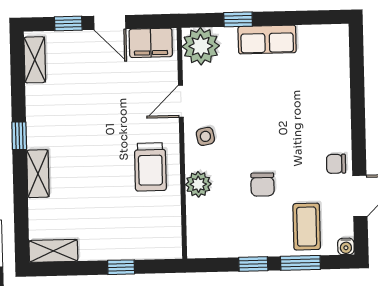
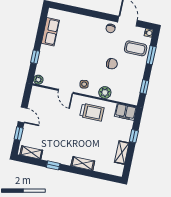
door: (110, 22) -> (23, 115), hinge flipped
row of seats: (267, 40) -> (50, 32), moved
filing cabinet: (151, 43) -> (126, 112), moved, turned 90
plant: (201, 46) -> (38, 80), width x0.53, depth x0.53
window: (19, 136) -> (53, 165), moved
shelving: (53, 251) -> (122, 153), moved
window: (253, 264) -> (144, 87), moved

